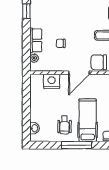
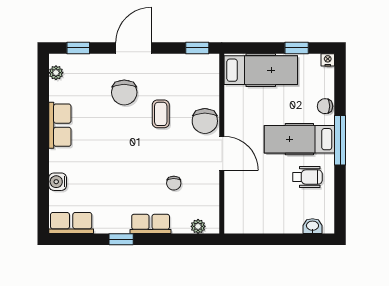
row of seats: (36, 40) -> (151, 224), moved
nightstand: (52, 81) -> (236, 198), removed
window: (77, 145) -> (340, 140), moved

